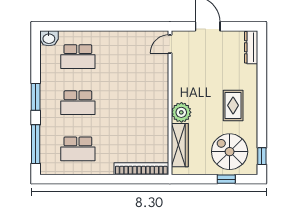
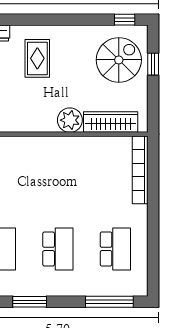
window: (36, 97) -> (30, 302), moved
rug: (233, 105) -> (37, 58), moved, turned 90
spiral stairs: (230, 152) -> (119, 60), turned 180

